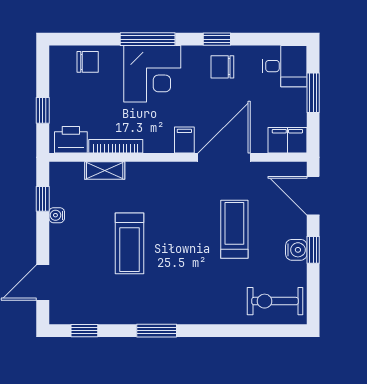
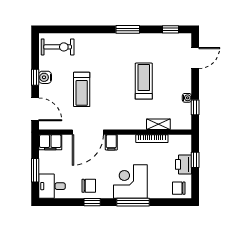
chair: (88, 62) -> (179, 188), moved
printer: (71, 140) -> (183, 164), moved, turned 90

